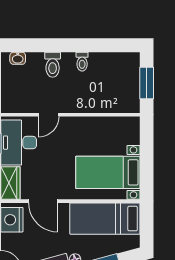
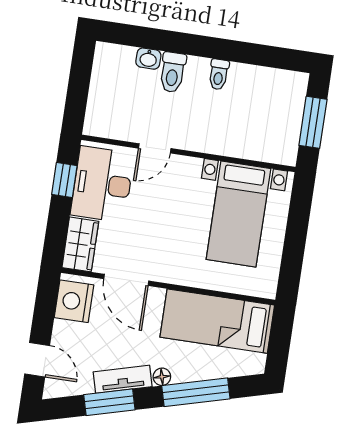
washbasin: (18, 58) -> (148, 59), moved
bed with nightstands: (108, 172) -> (238, 214), moved, turned -90

